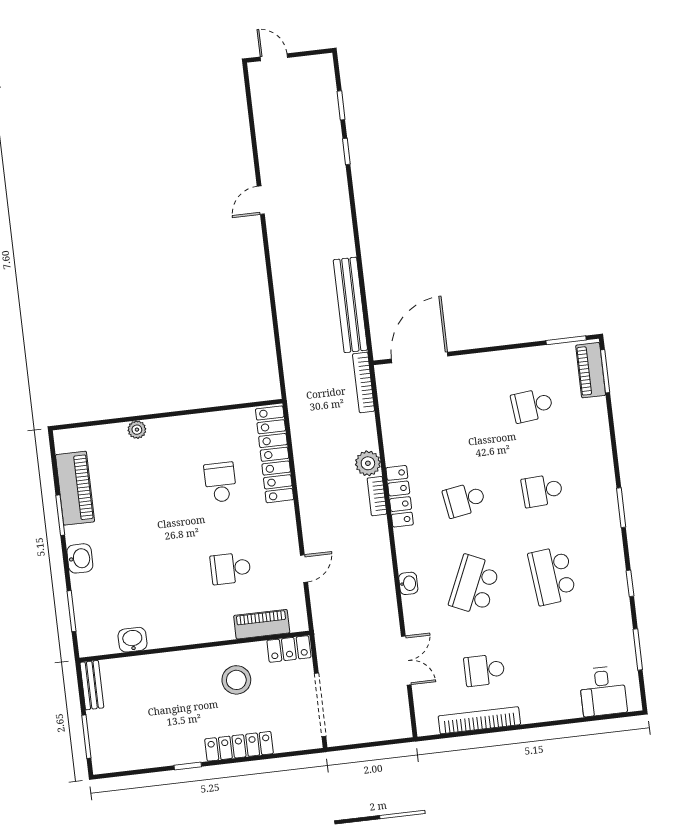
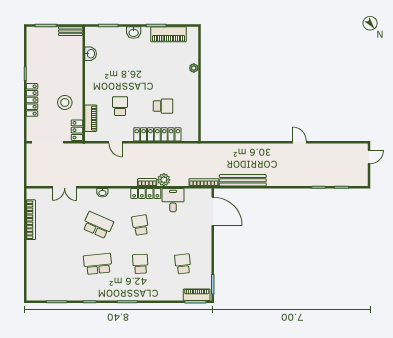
locker: (275, 454) -> (157, 134), moved
school desk: (484, 670) -> (55, 225), removed
desk: (603, 691) -> (173, 200), moved, turned 90

